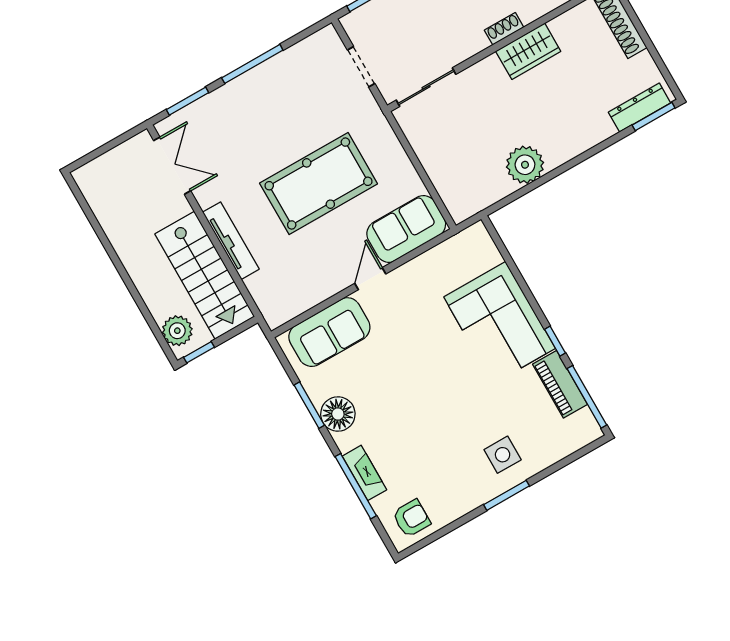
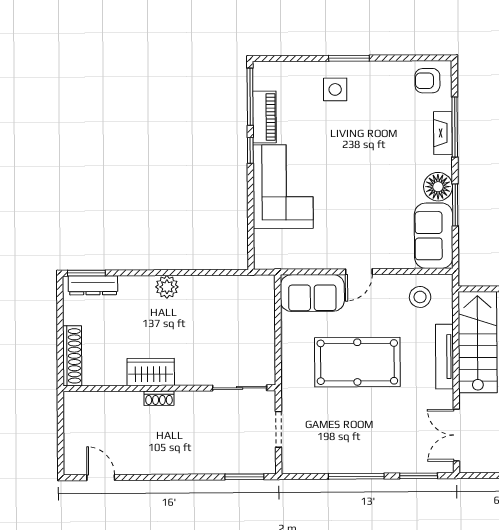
plant: (525, 165) -> (167, 287), moved, width x0.73, depth x0.73
stool: (292, 288) -> (420, 297), added
sofa: (329, 332) -> (434, 236), moved, turned -90

